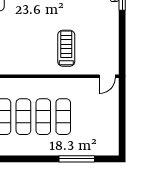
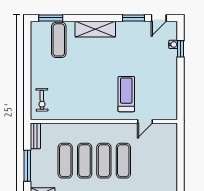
door: (107, 76) -> (145, 121), moved

